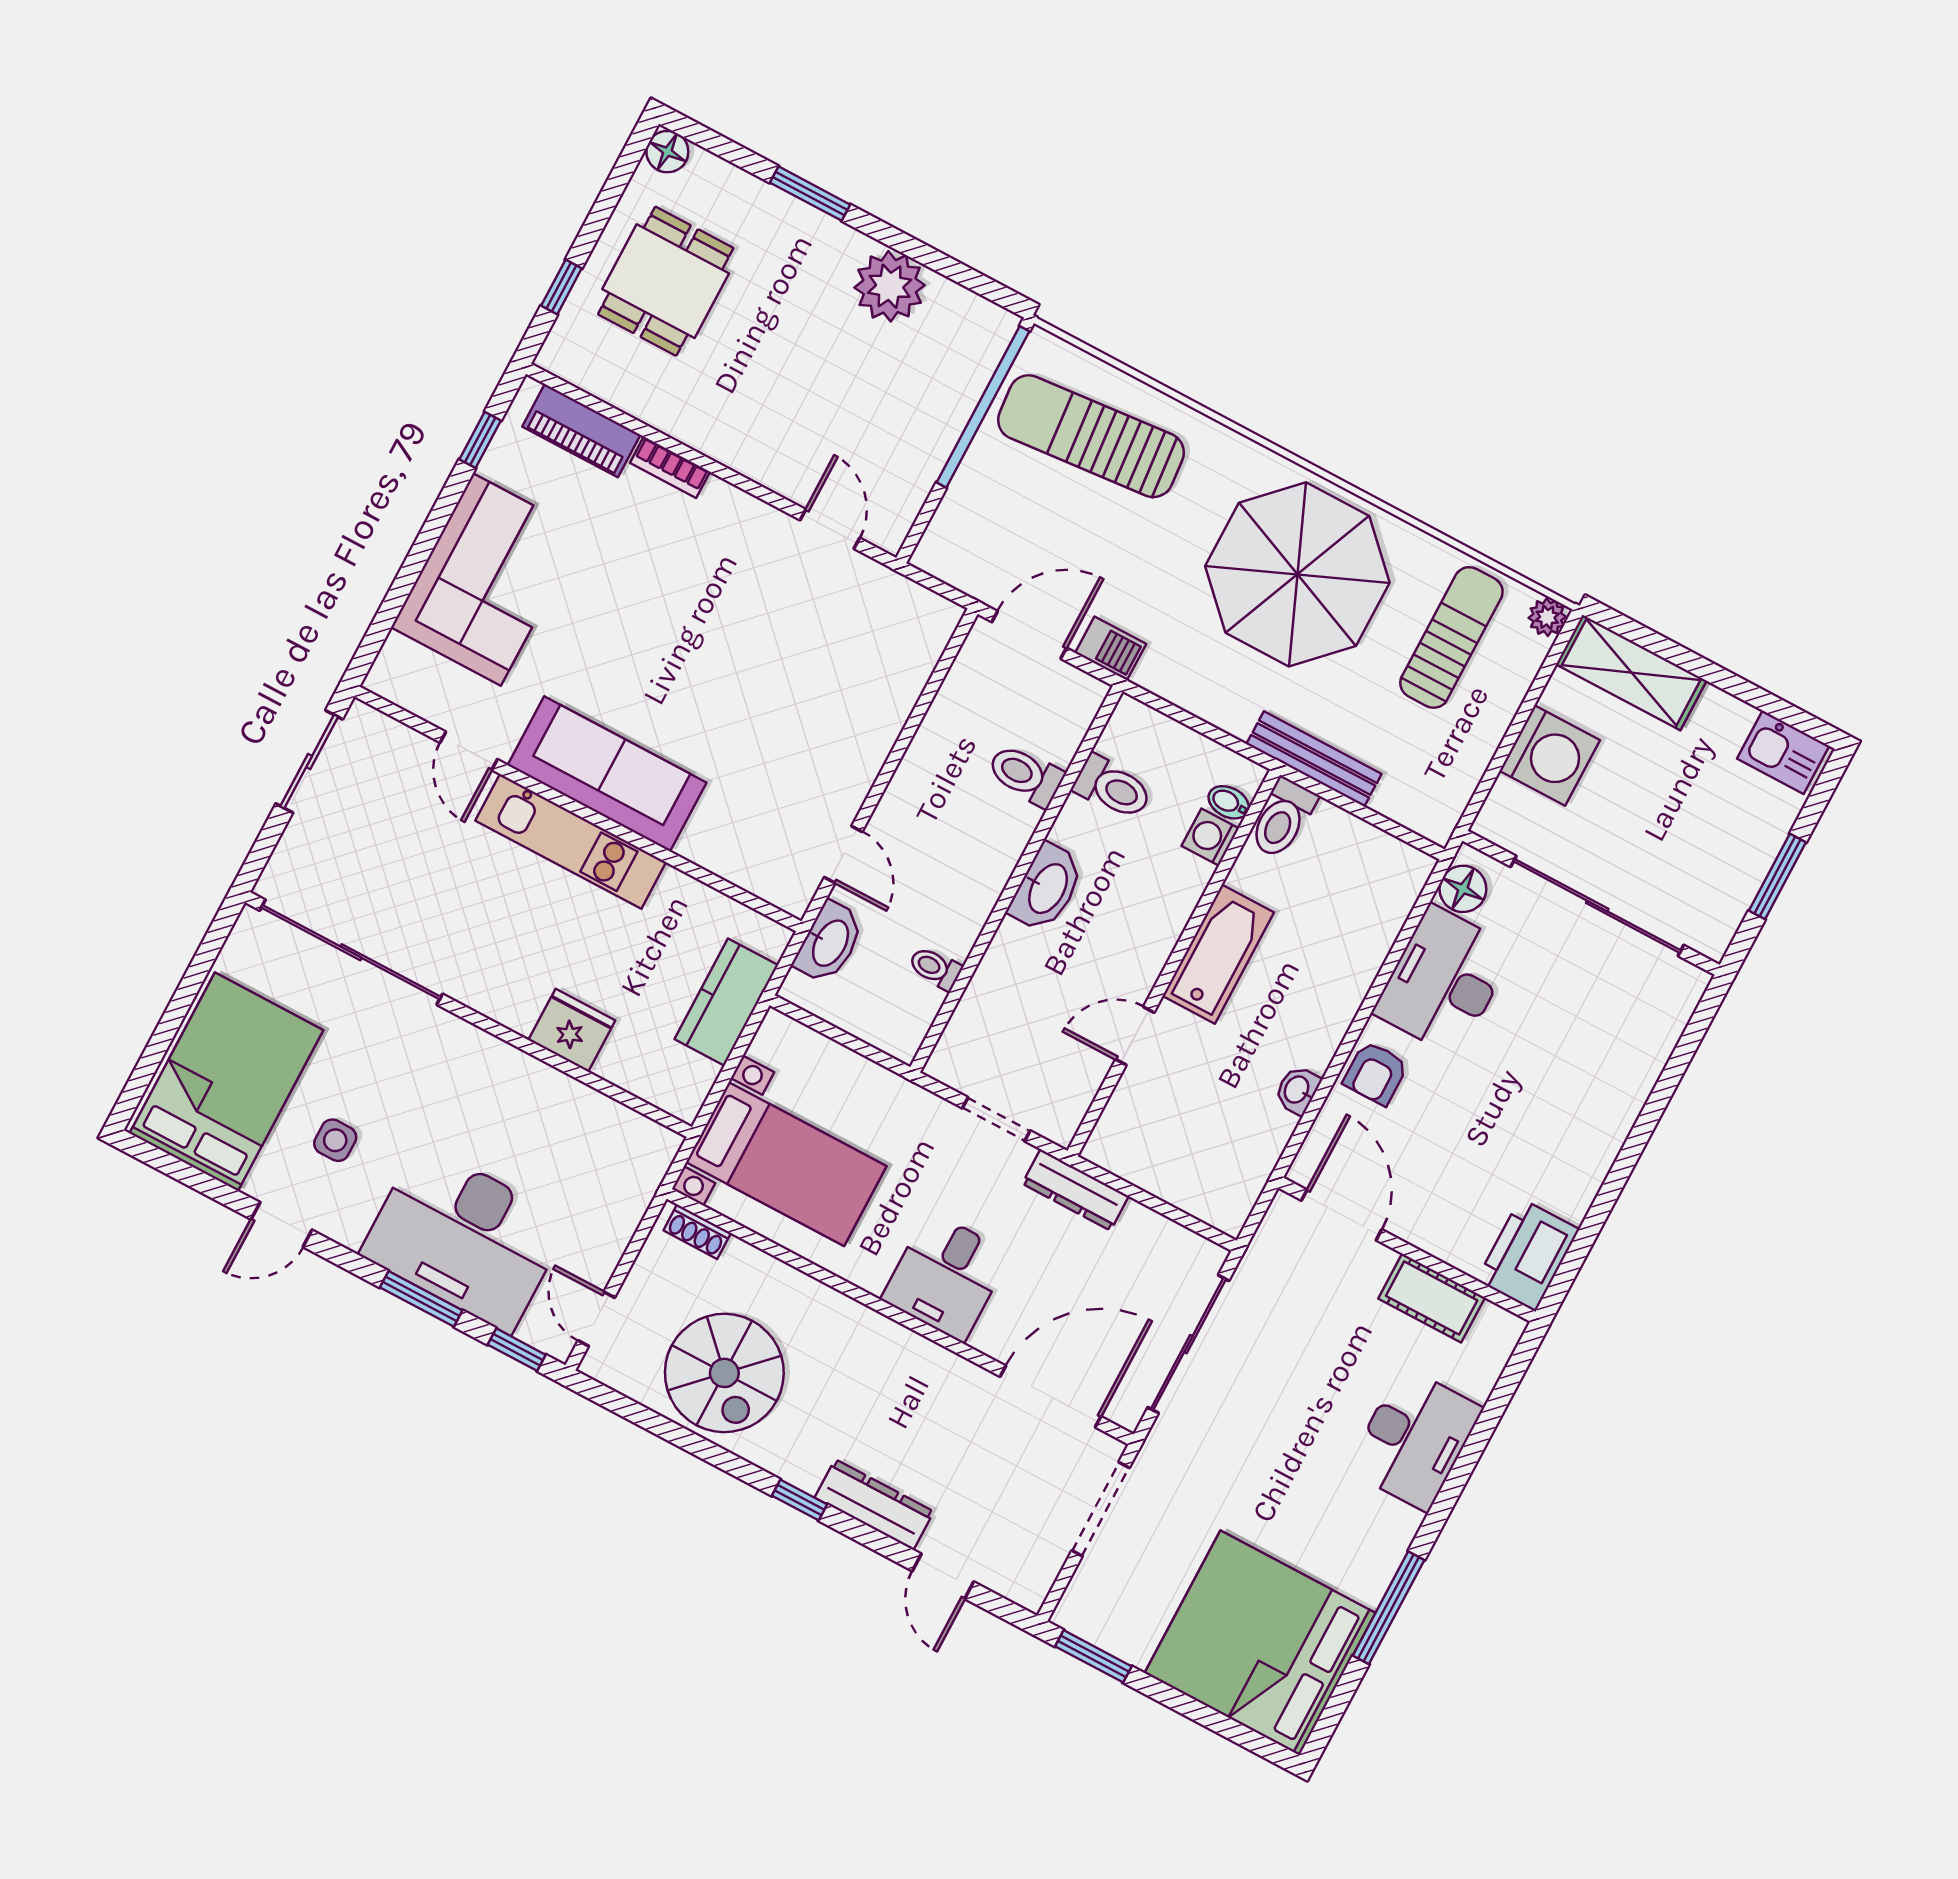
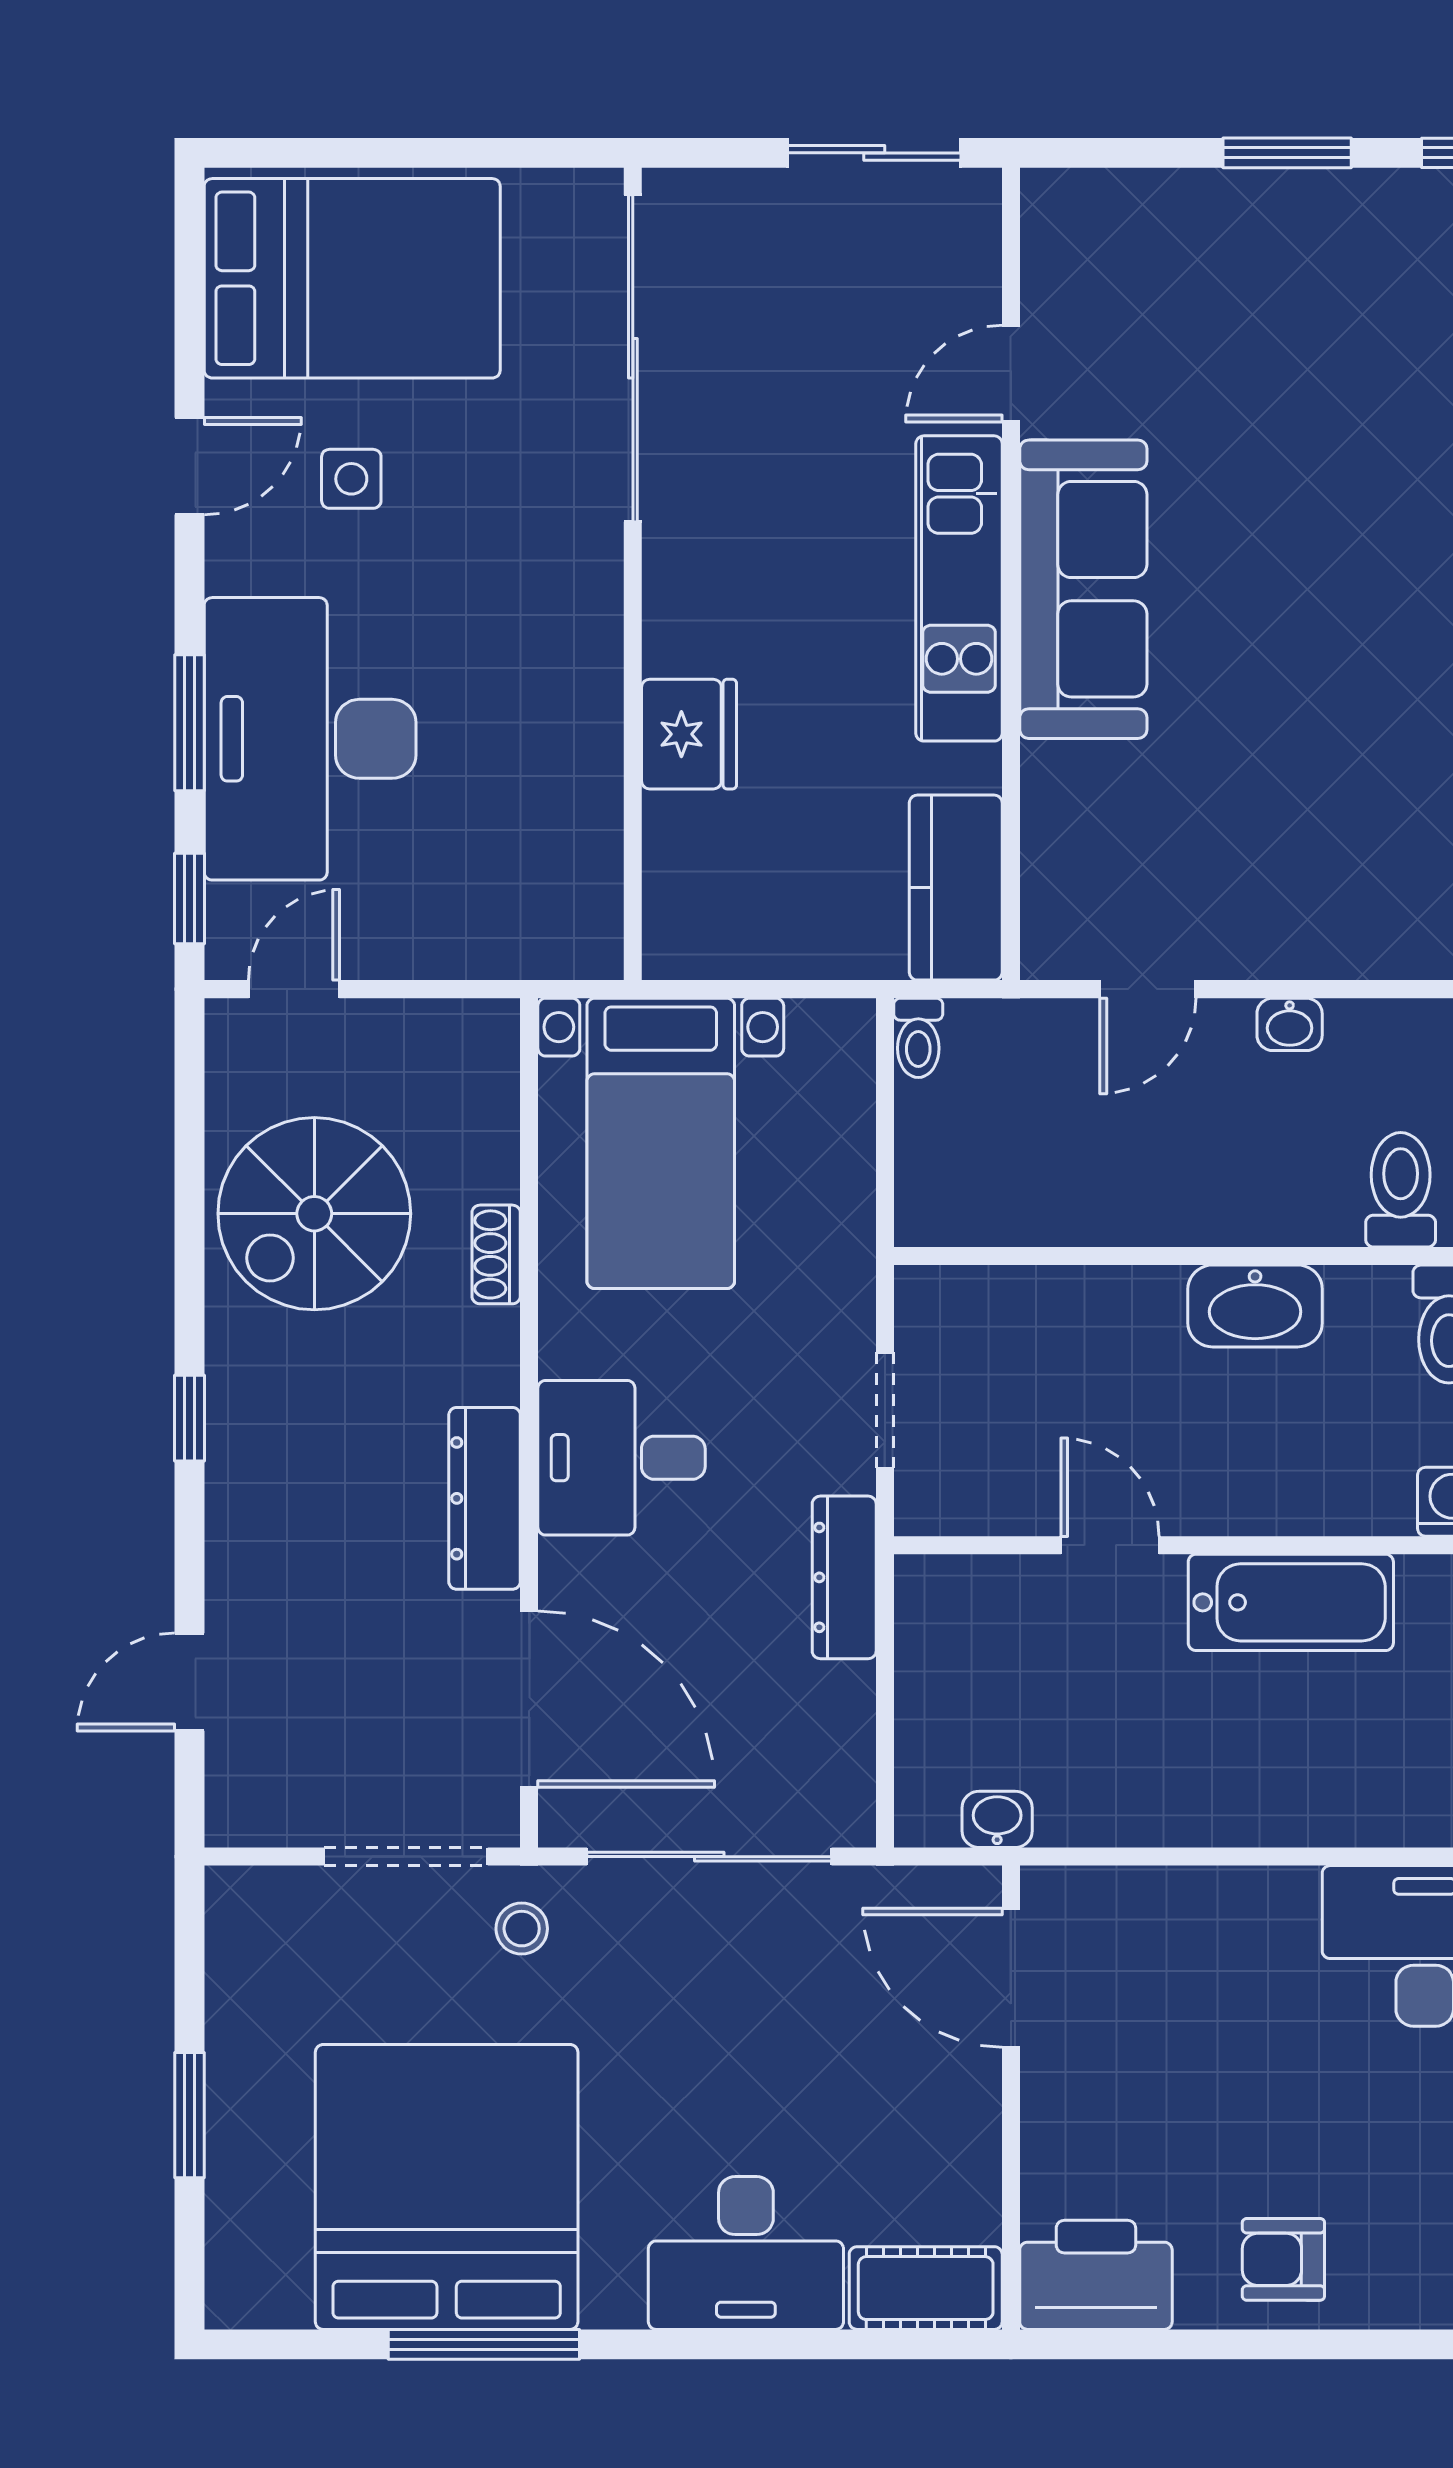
window: (429, 537) -> (1287, 153), added
corner sofa: (487, 579) -> (1270, 269), removed
washbasin: (829, 943) -> (1290, 1024), moved, width x0.52, depth x0.69
toilet: (935, 968) -> (918, 1038), moved, turned 180
kitchen counter: (726, 1002) -> (956, 888), moved, turned -90
armchair: (1376, 1073) -> (1283, 2259), moved
washbasin: (1297, 1090) -> (997, 1819), moved
door: (1342, 1215) -> (1011, 1978), swing flipped
door: (282, 1225) -> (189, 466), swing flipped
shoe rack: (697, 1232) -> (496, 1254), moved
cot: (1432, 1298) -> (926, 2288), moved, turned 90
stool: (1173, 1467) -> (522, 1929), added
dresser: (874, 1505) -> (485, 1498), moved, turned 180
bed: (1260, 1643) -> (447, 2187), moved
window: (1093, 1656) -> (189, 2115), moved

